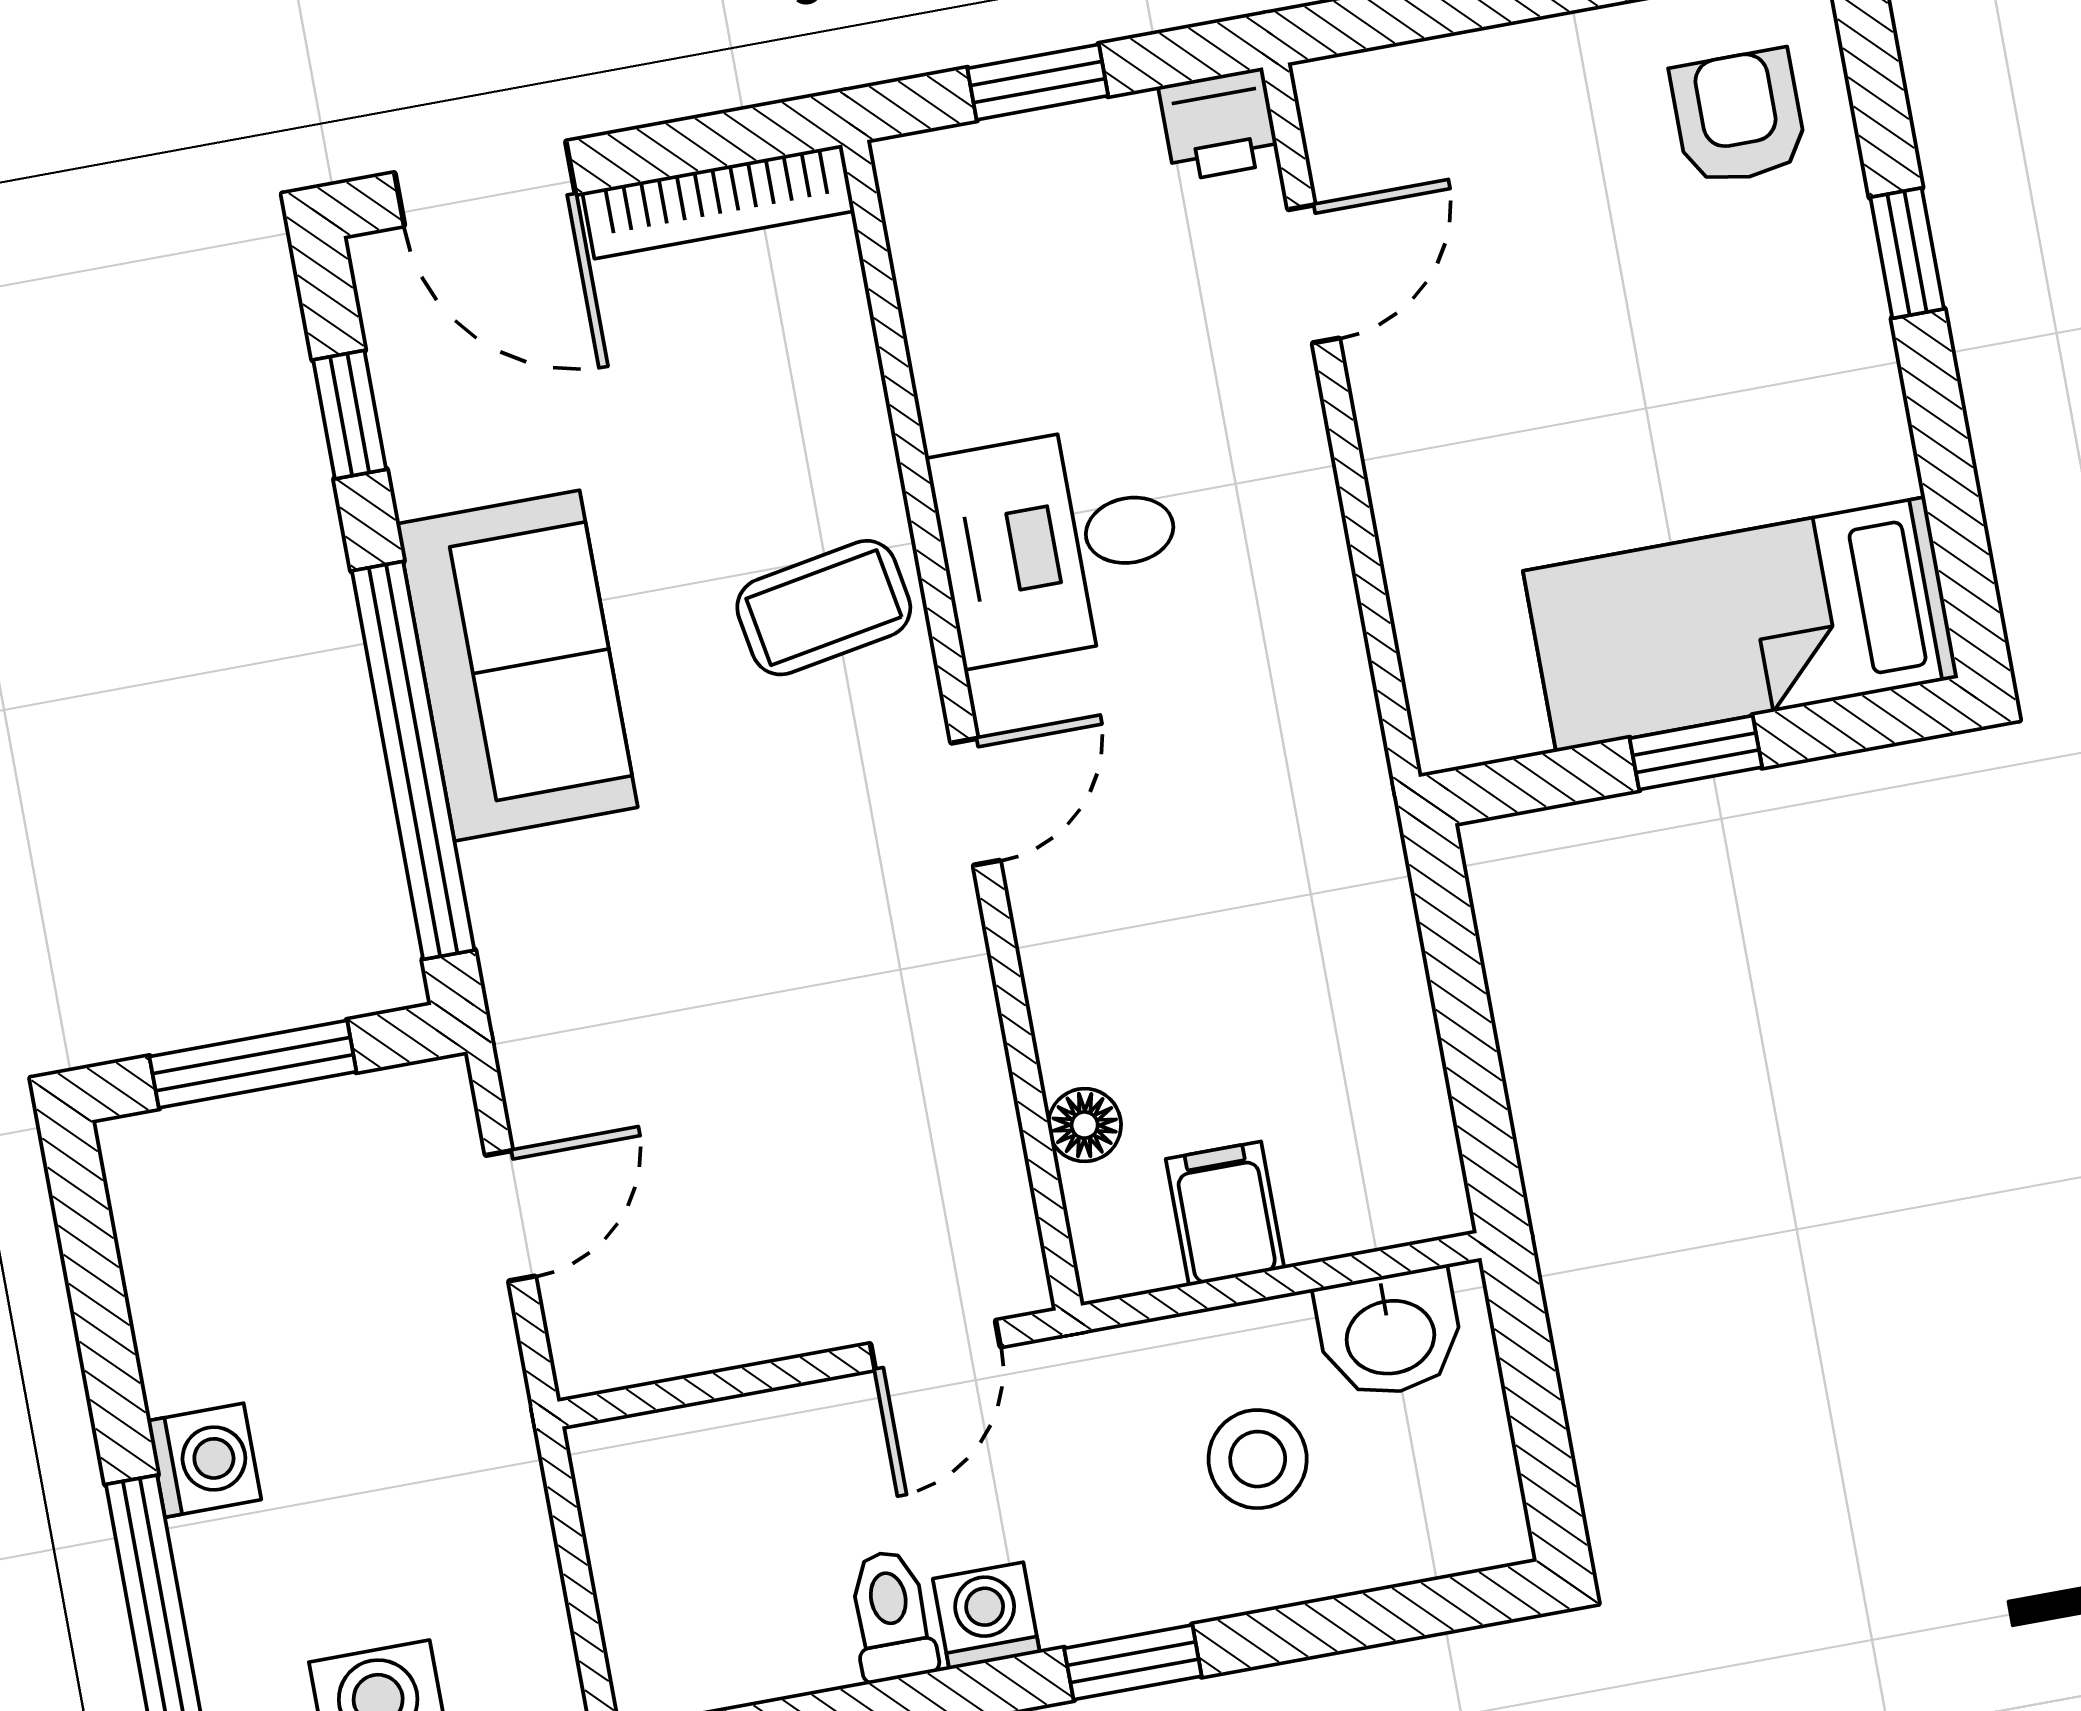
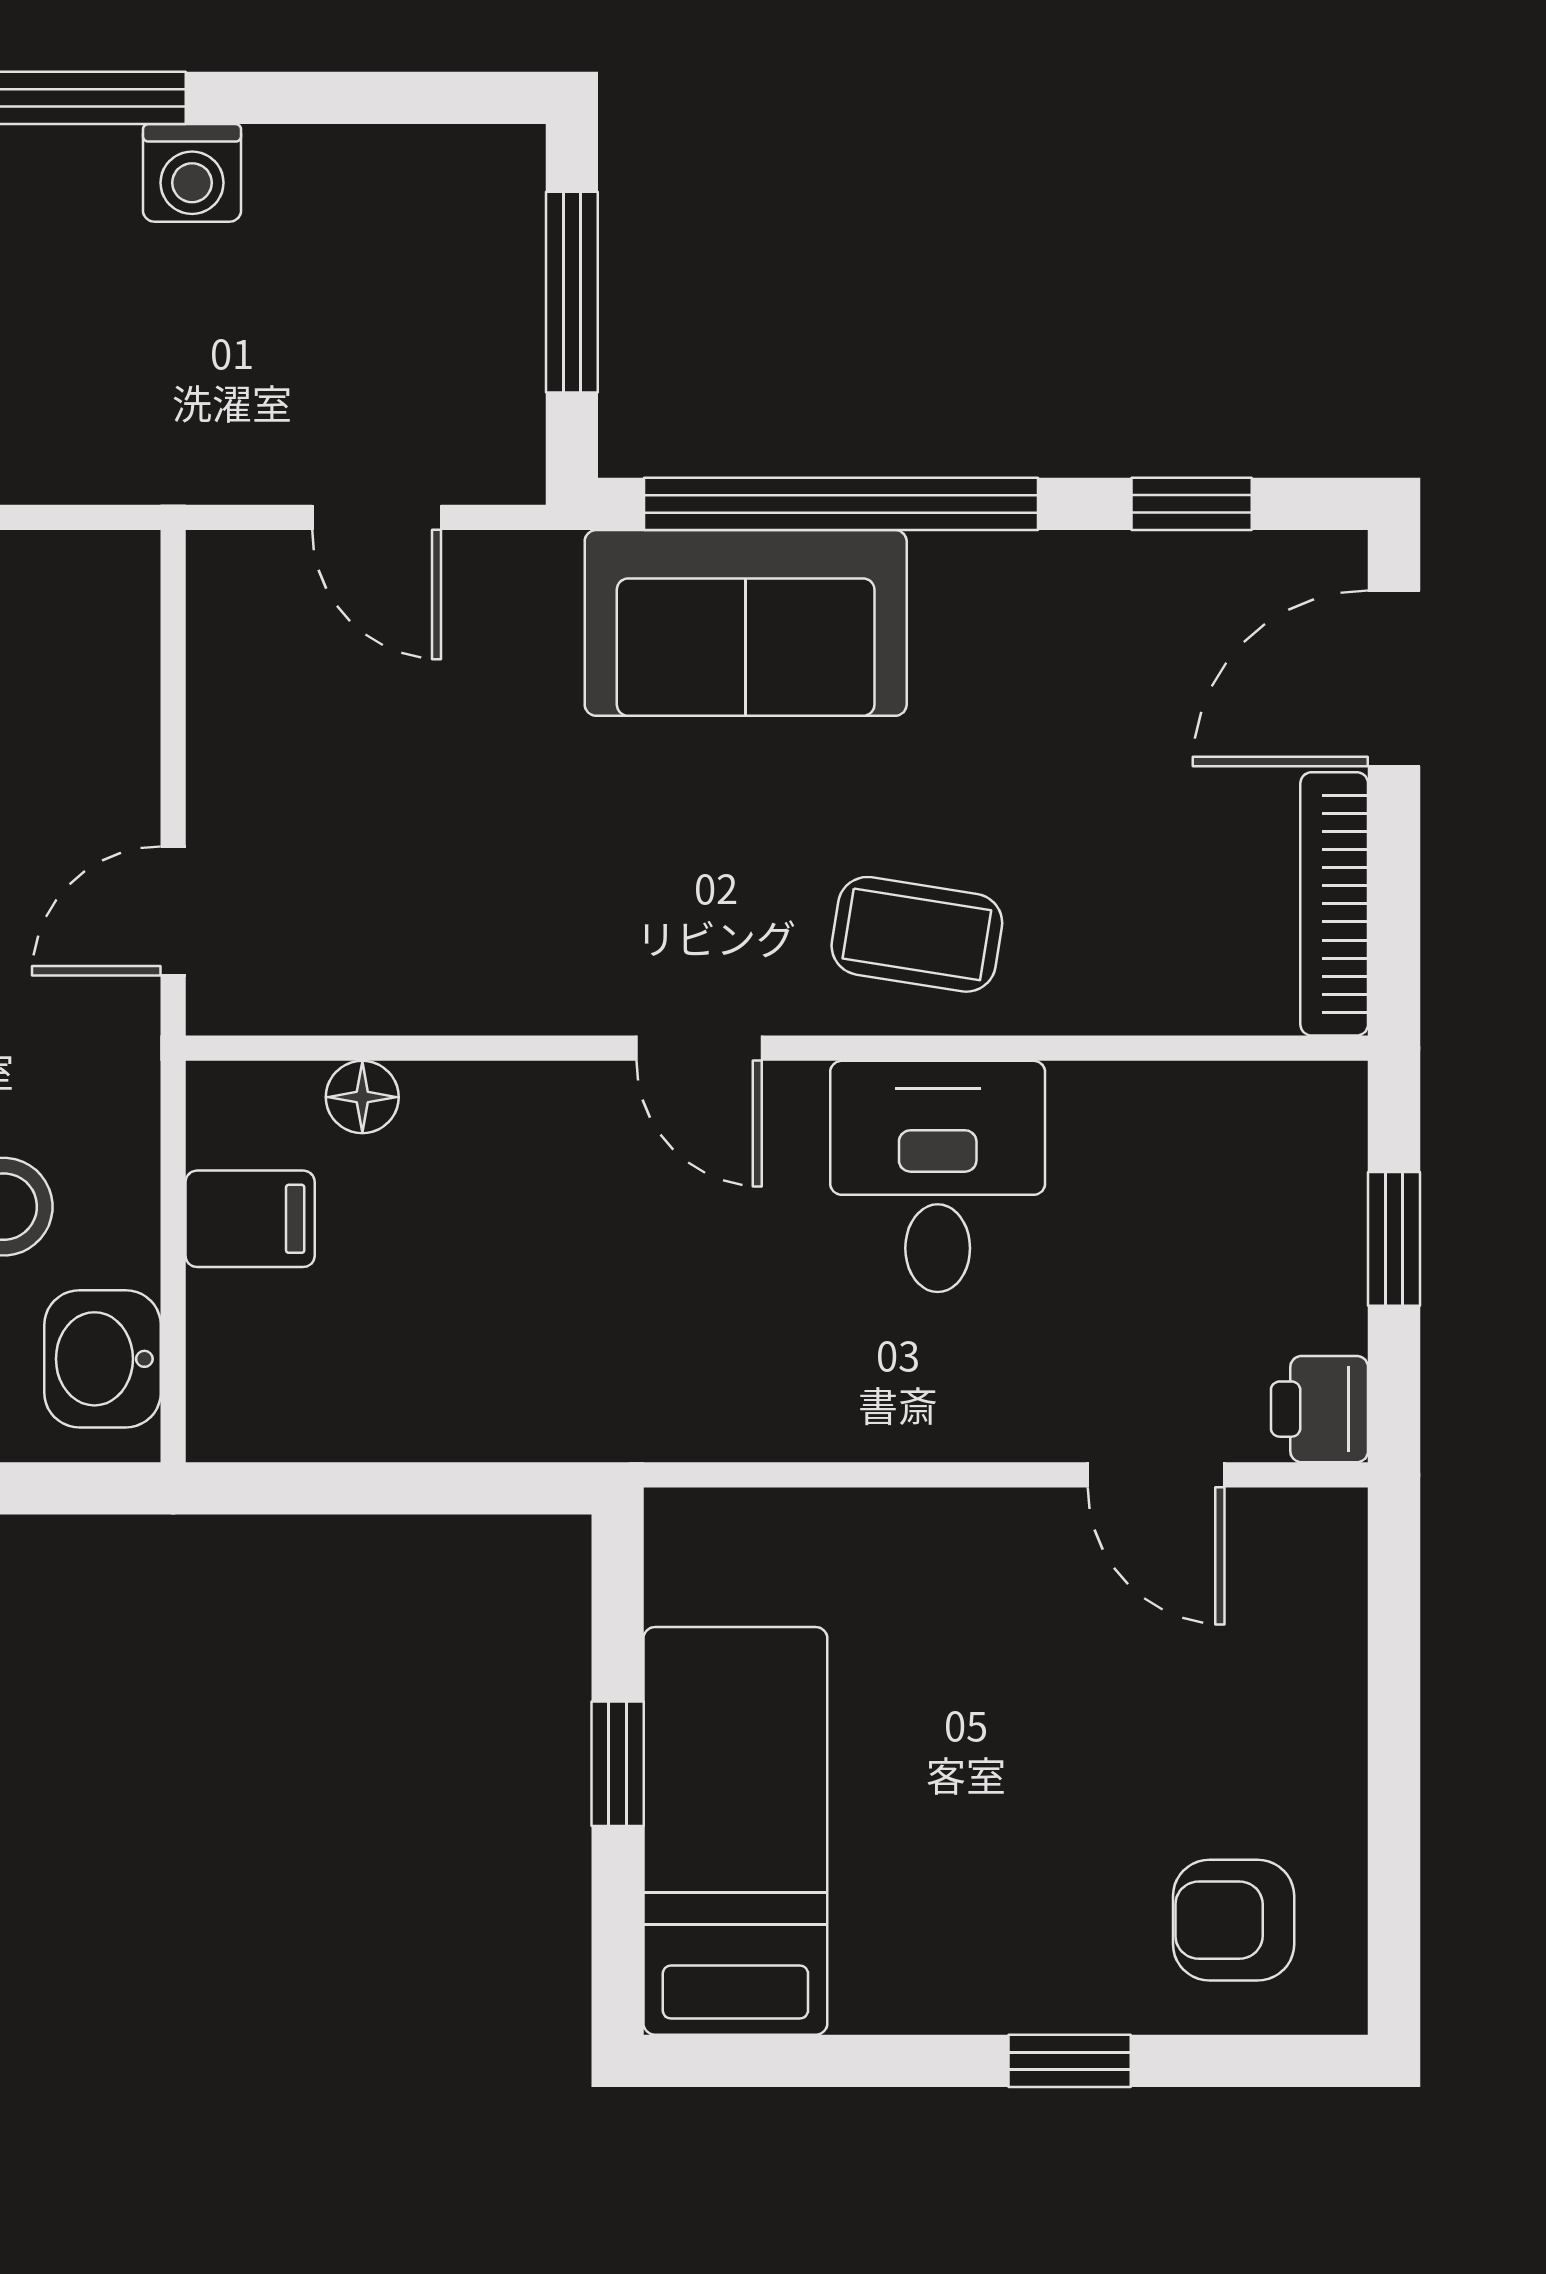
armchair: (1739, 117) -> (1234, 1920), turned 180
coffee table: (824, 608) -> (917, 934), turned -71
sofa: (517, 666) -> (746, 623), moved
door: (935, 1345) -> (173, 911), hinge flipped

